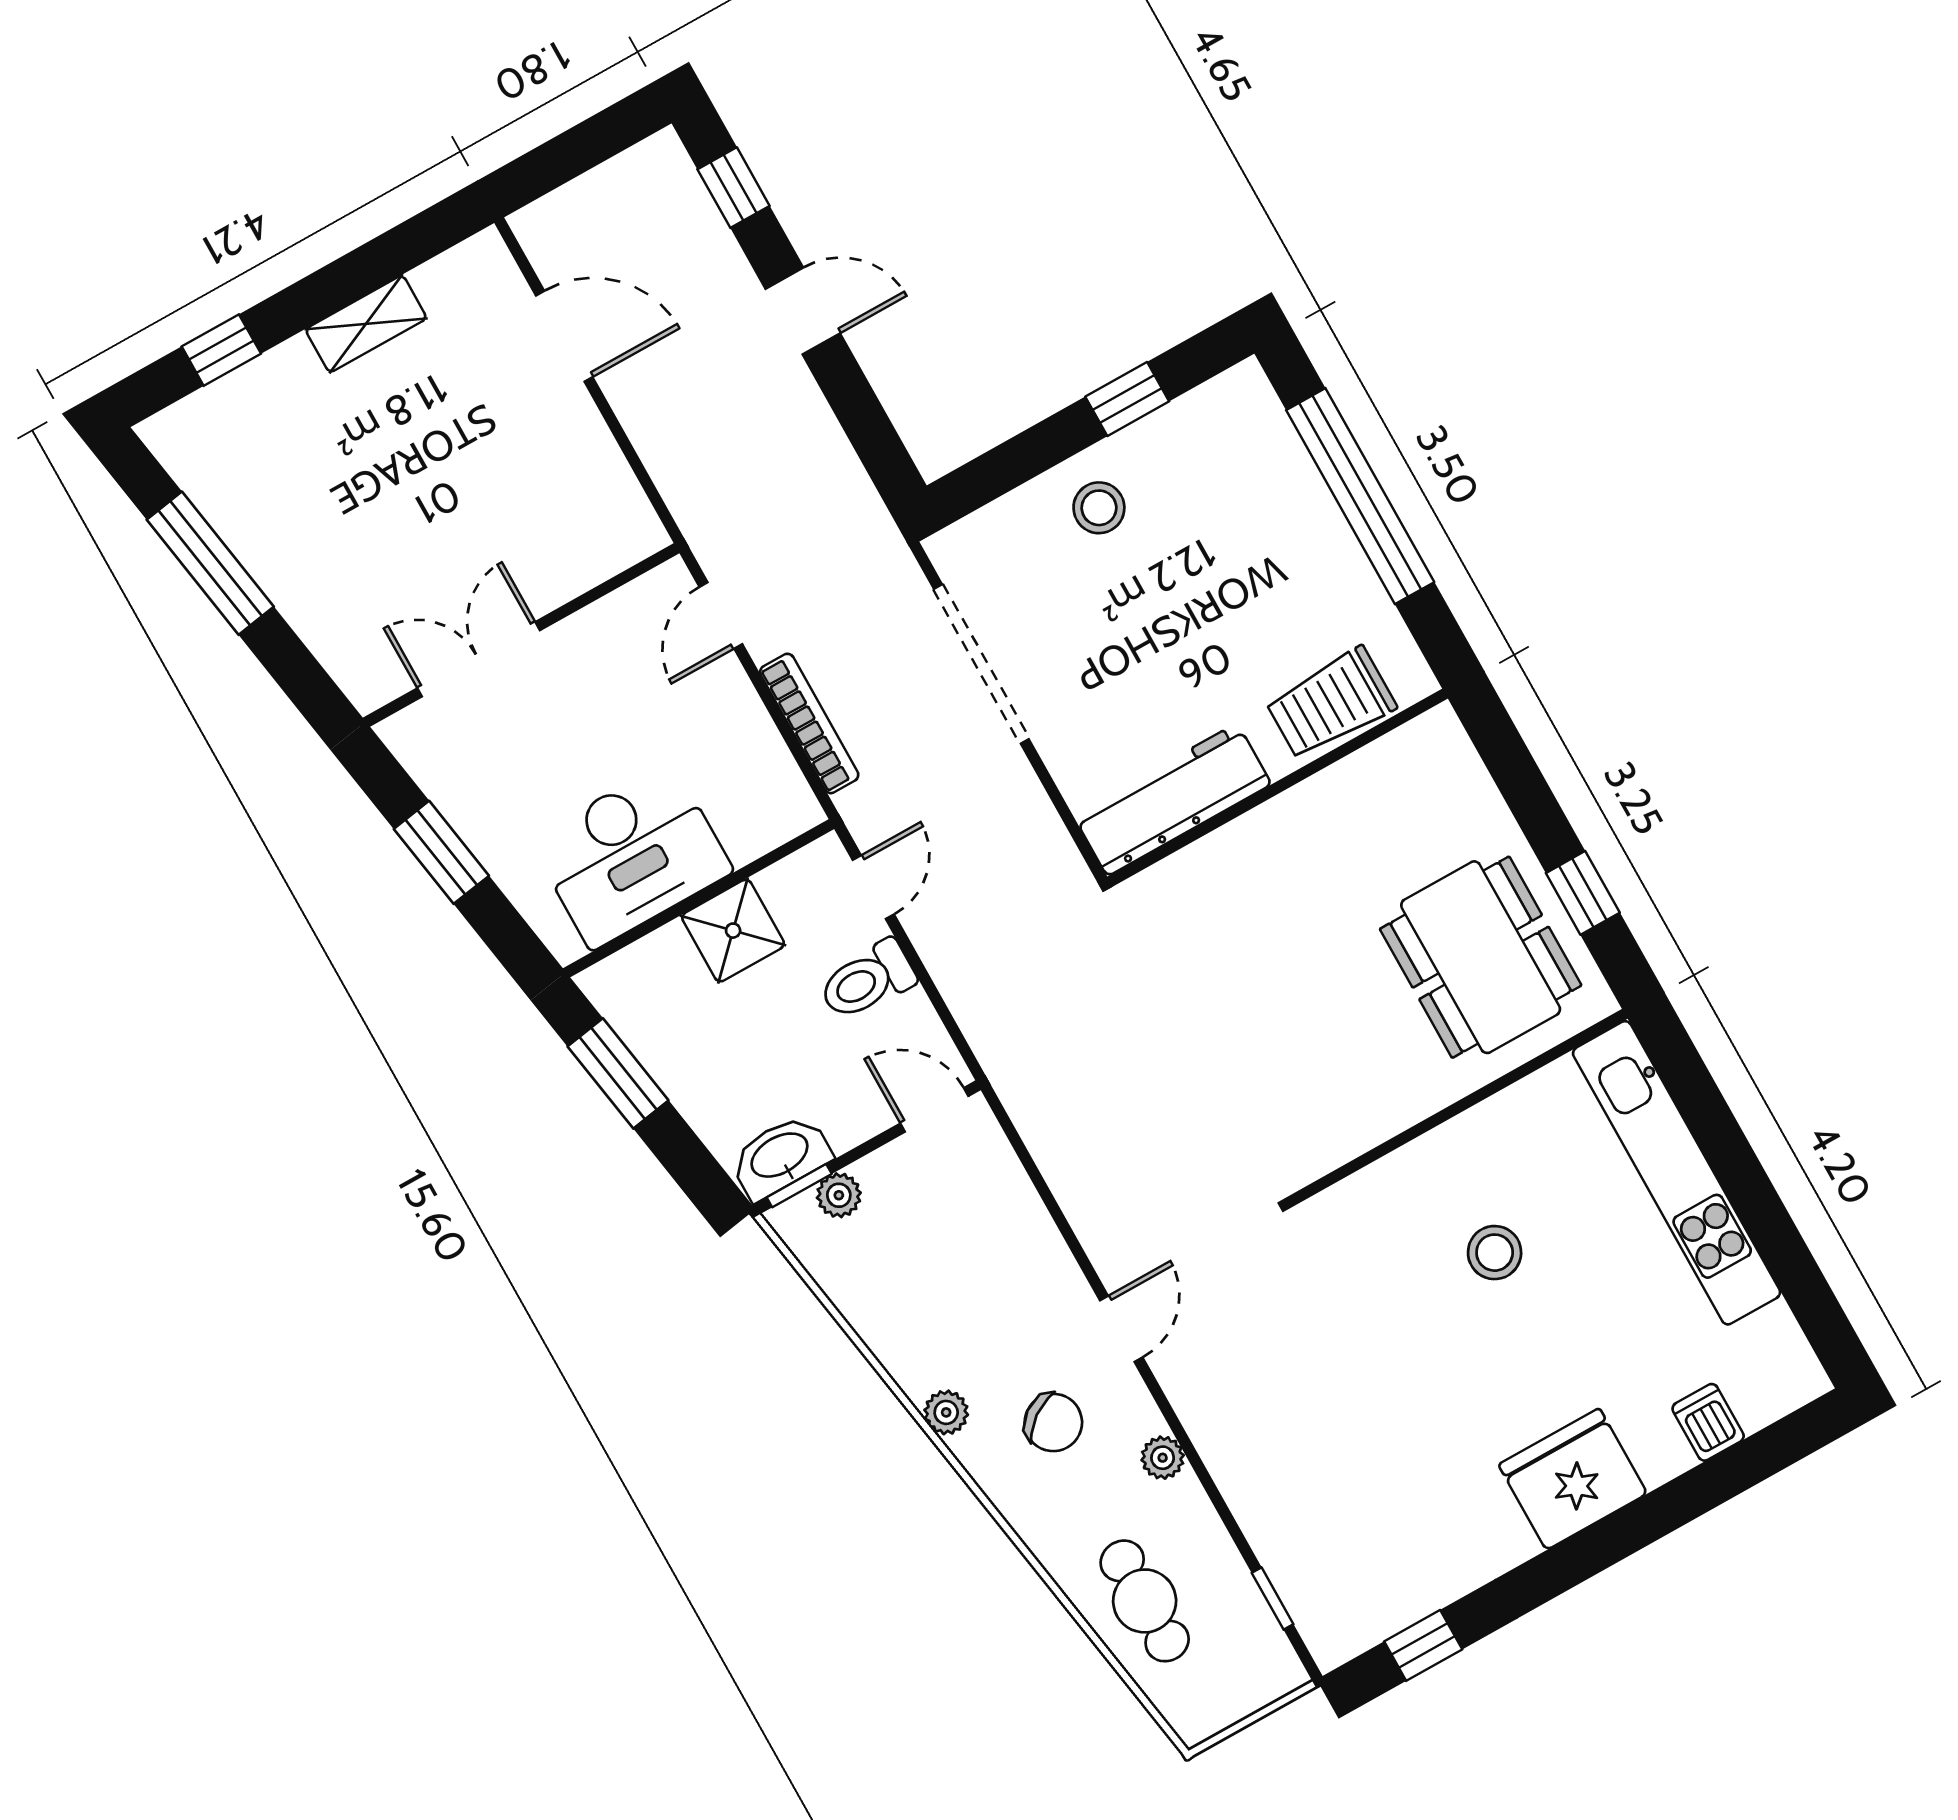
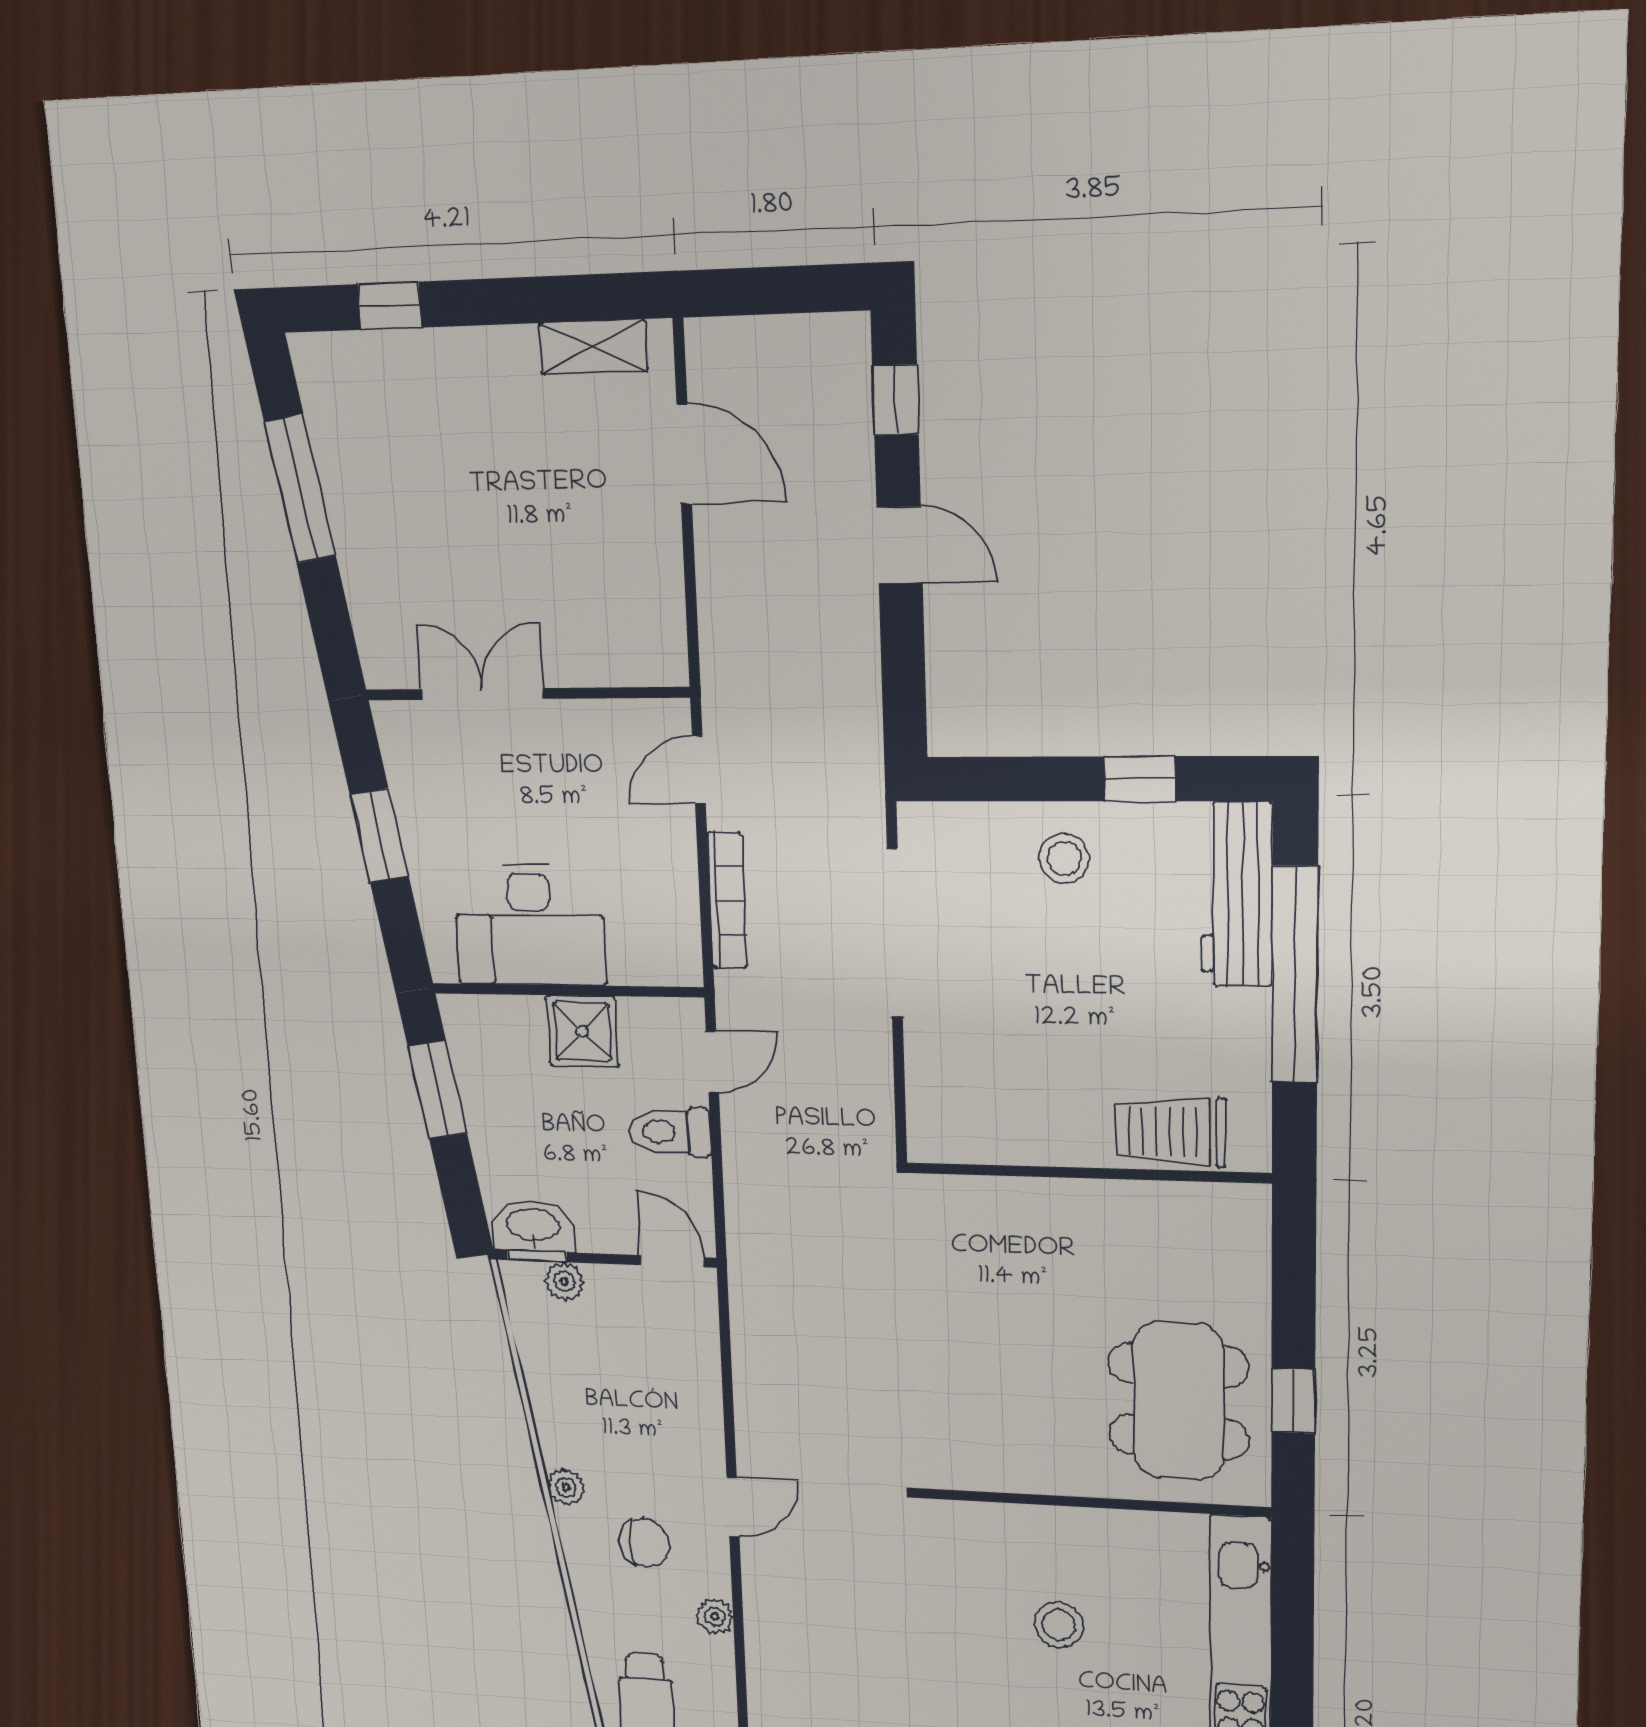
shelving: (366, 324) -> (593, 347), moved
workbench: (1172, 800) -> (1237, 895), moved, turned -90
chair: (1053, 1423) -> (644, 1543), turned -54

